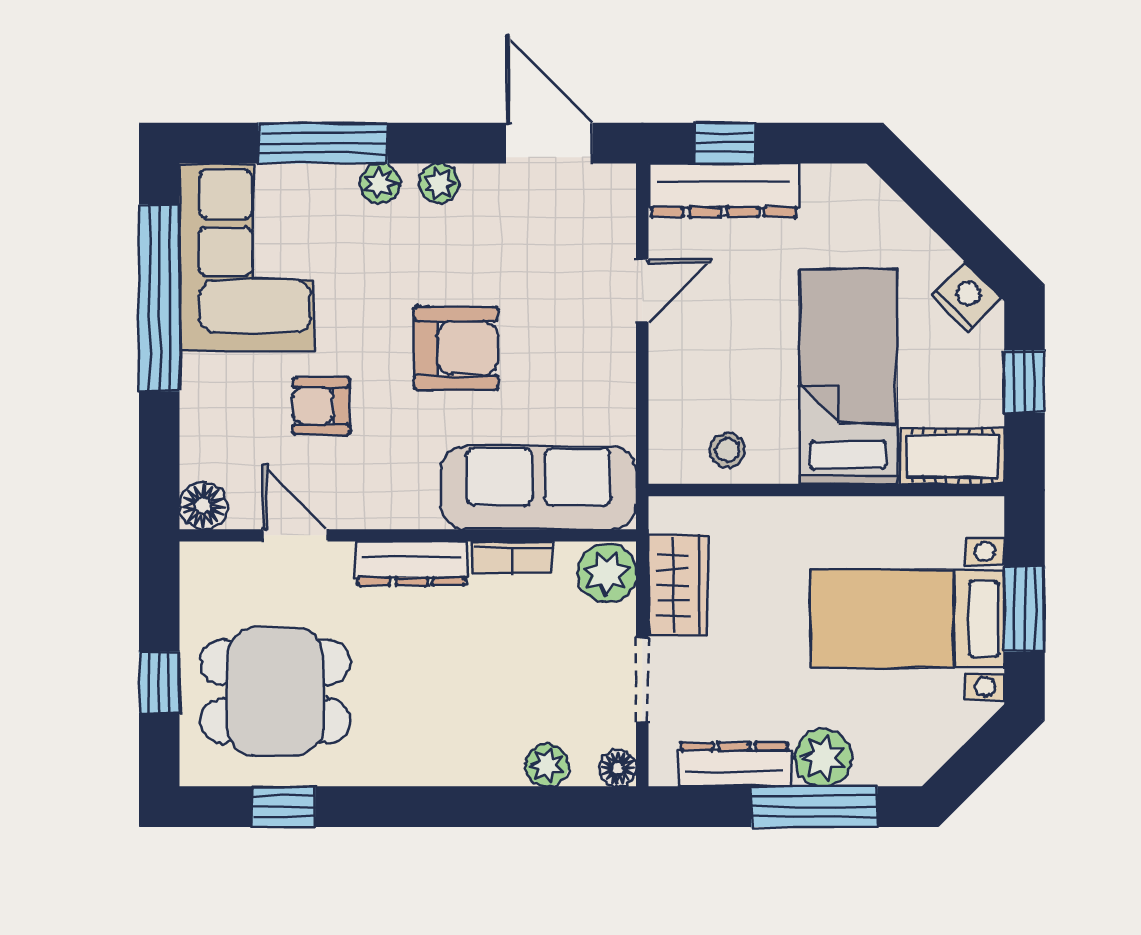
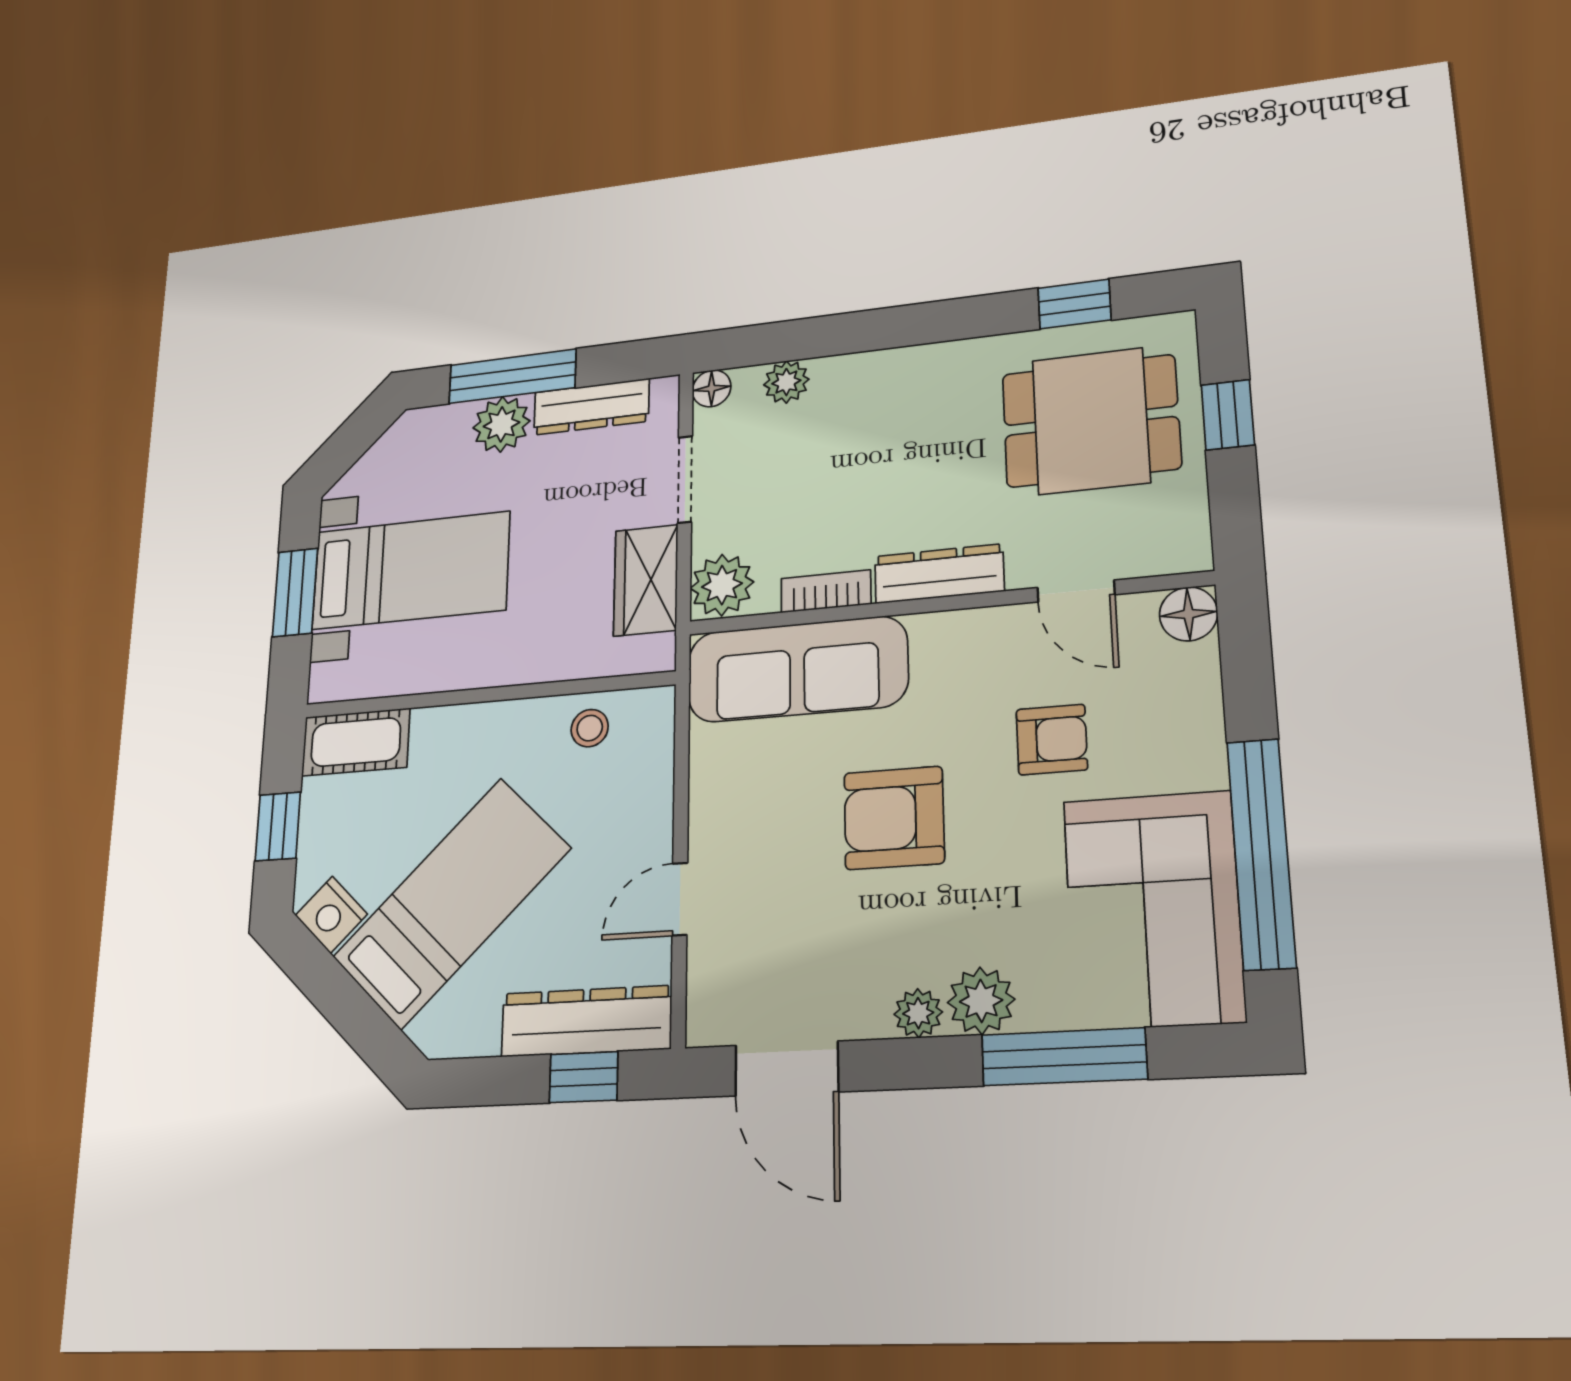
plant: (380, 183) -> (981, 1001), width x1.38, depth x1.38
bed: (848, 377) -> (451, 903), moved, turned -135

